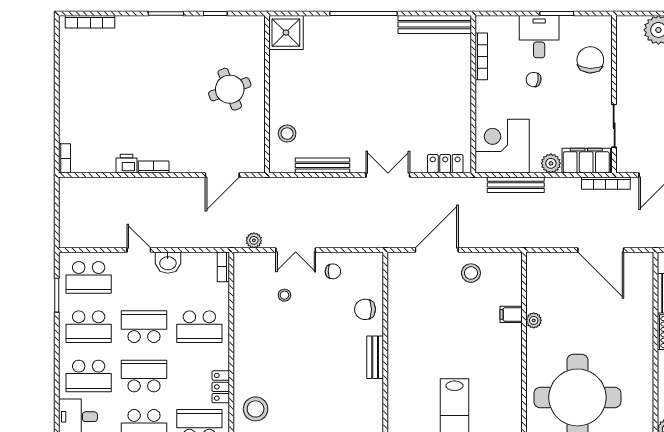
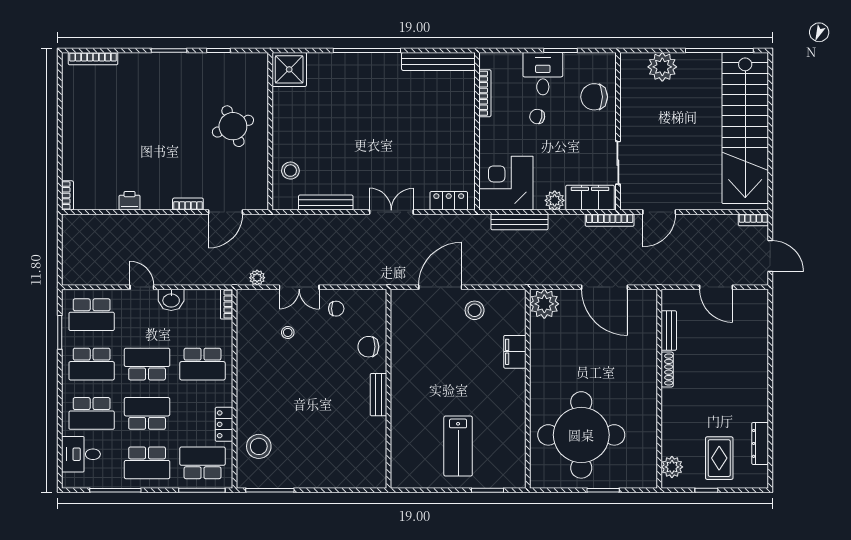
chair: (590, 60) -> (594, 97), turned -93
bookcase: (154, 167) -> (188, 204), moved
filing cabinet: (511, 314) -> (515, 352), width x2.00
plant: (534, 320) -> (544, 304), moved, width x1.88, depth x1.88

